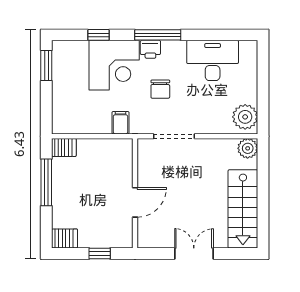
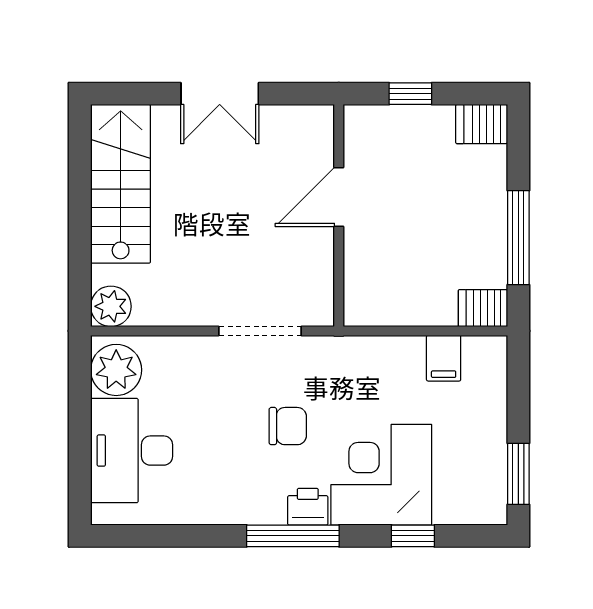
desk: (213, 60) -> (132, 451), moved, turned 90
chair: (160, 89) -> (288, 426), turned 90
filing cabinet: (120, 123) -> (444, 358), moved

